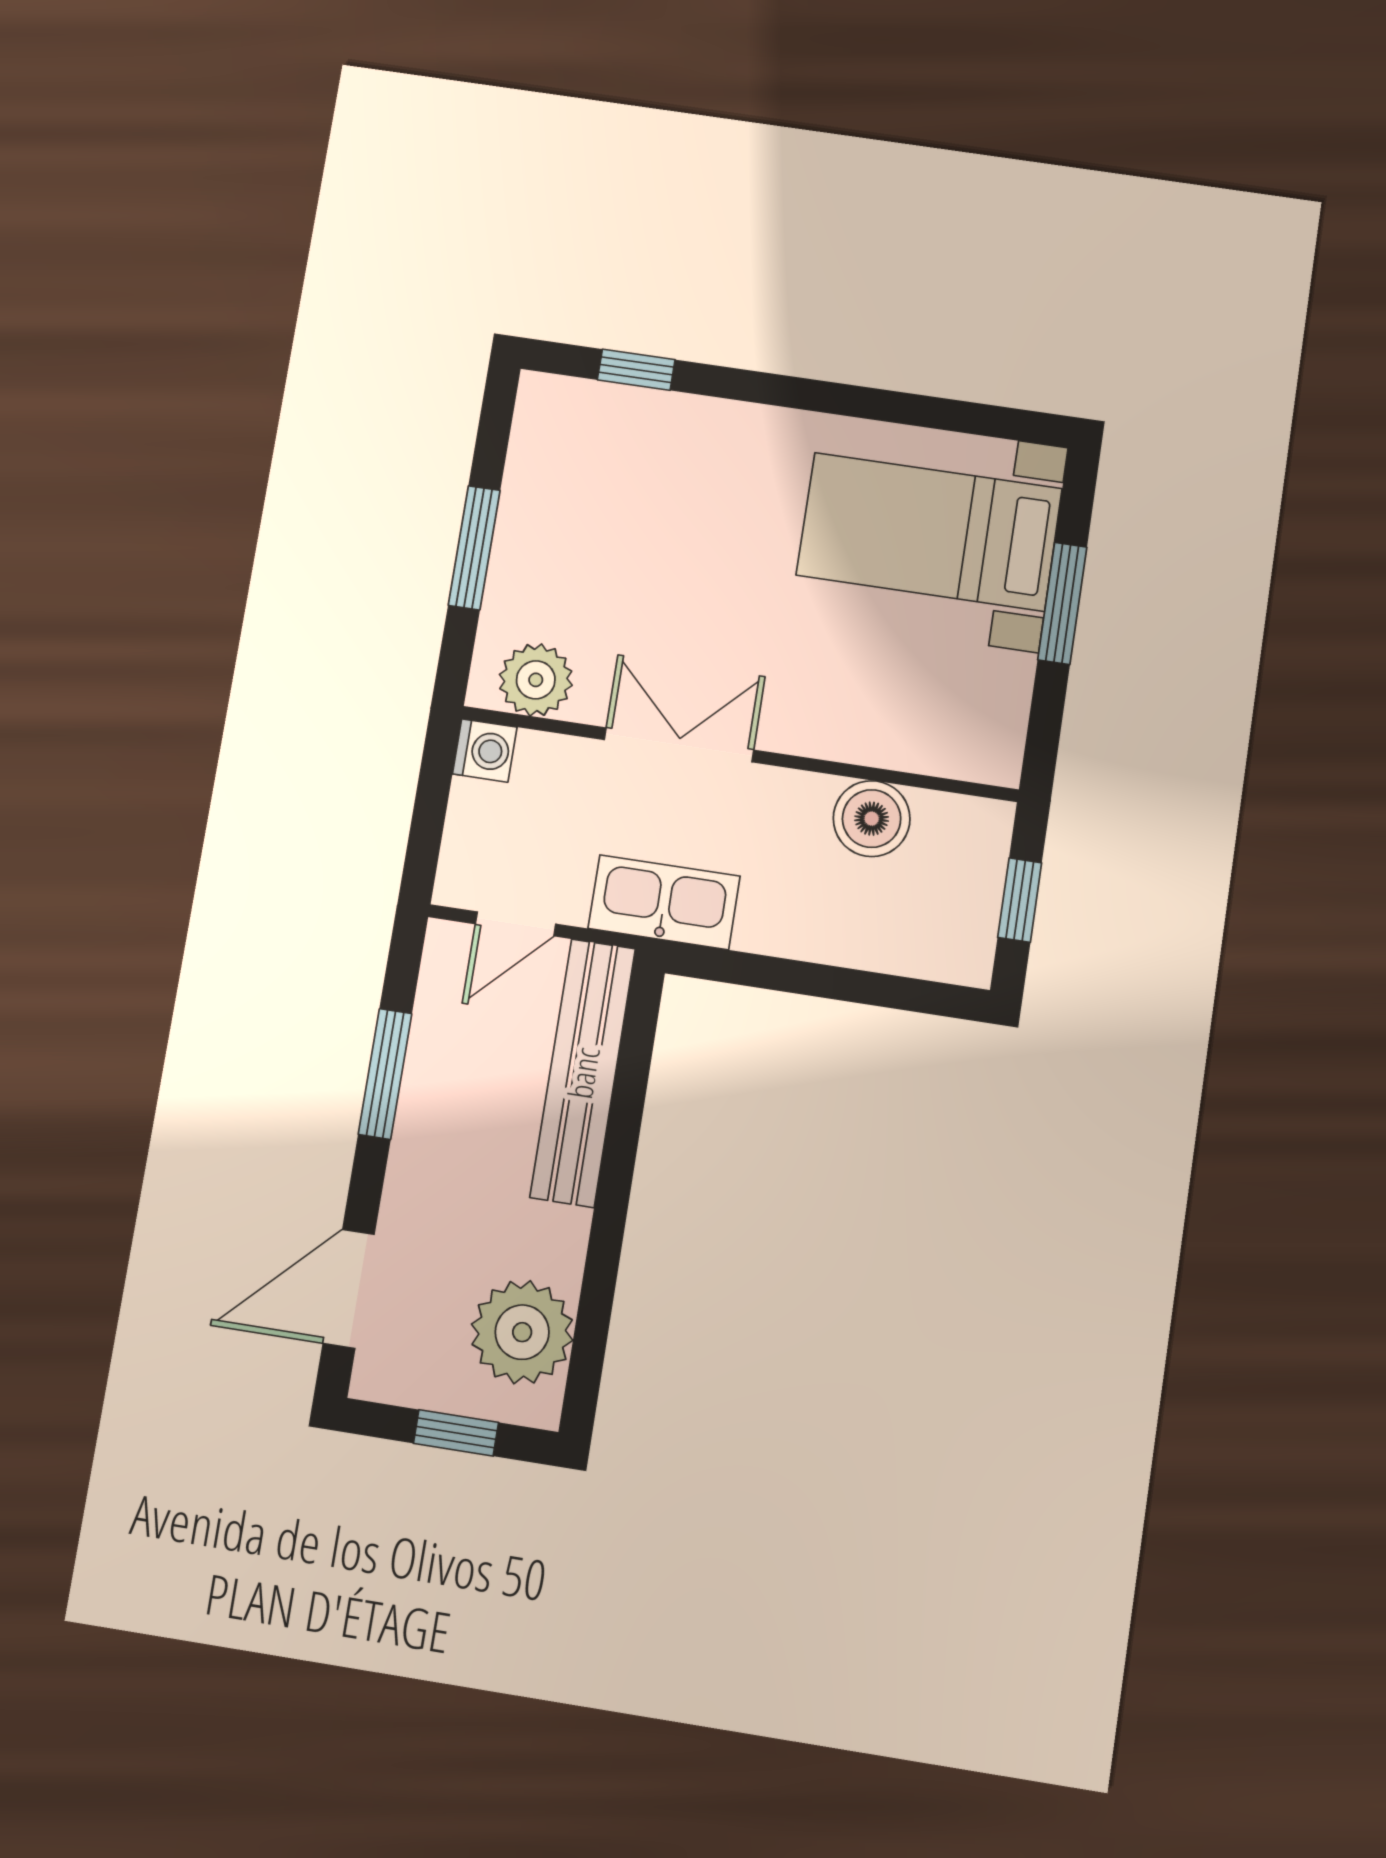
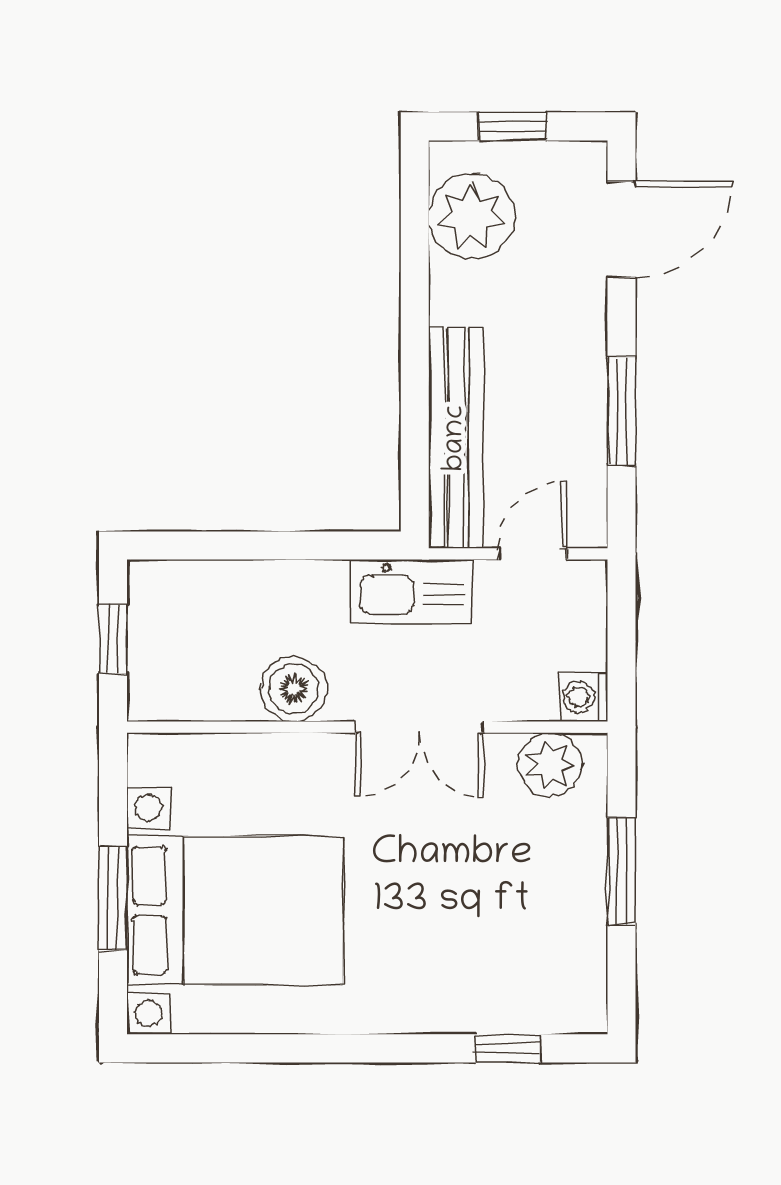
bed with nightstands: (929, 532) -> (235, 910), width x1.36
boiler: (872, 819) -> (294, 689), moved

